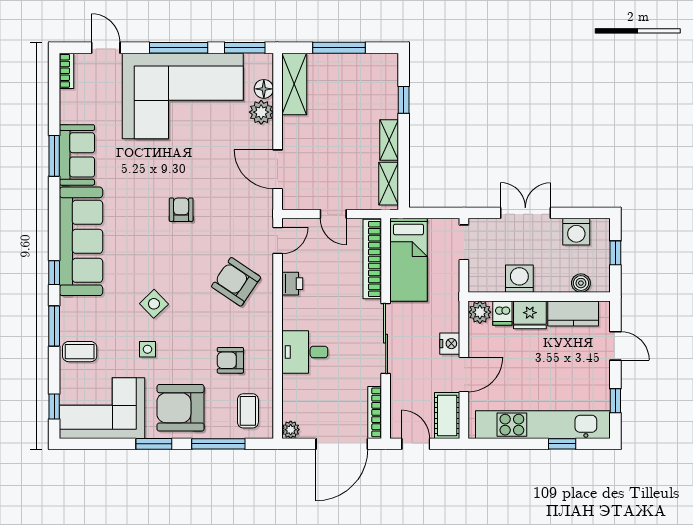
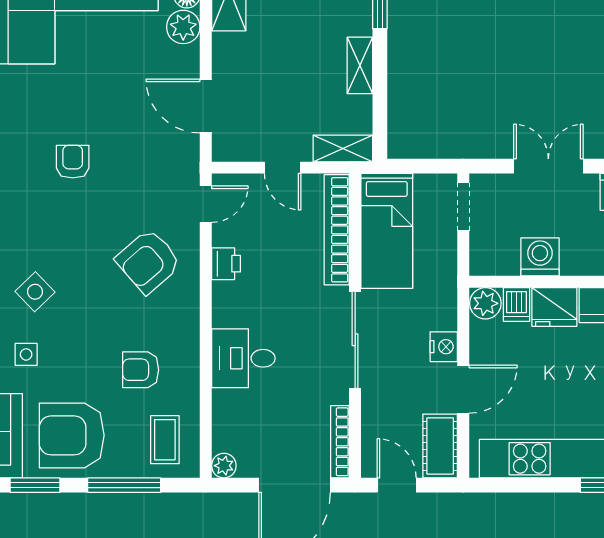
shelving: (389, 184) -> (343, 148), moved, turned 90
armchair: (236, 282) -> (148, 261), turned -75

